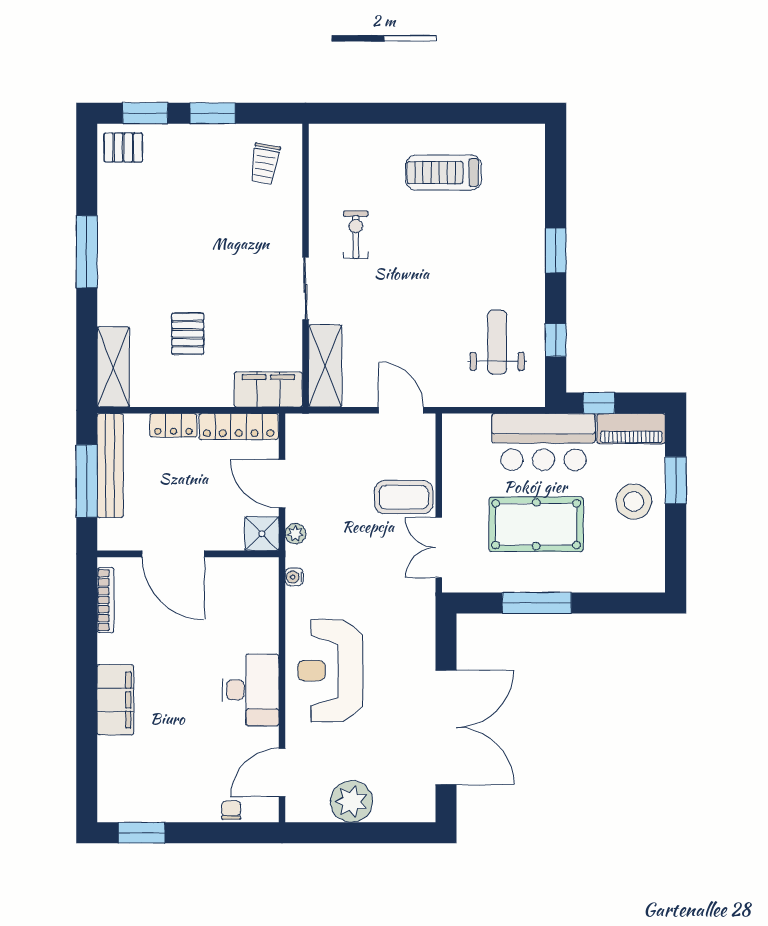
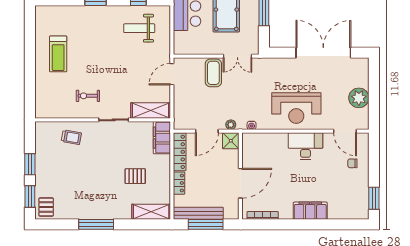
trolley: (265, 164) -> (71, 137), moved
chair: (231, 810) -> (352, 163), moved

